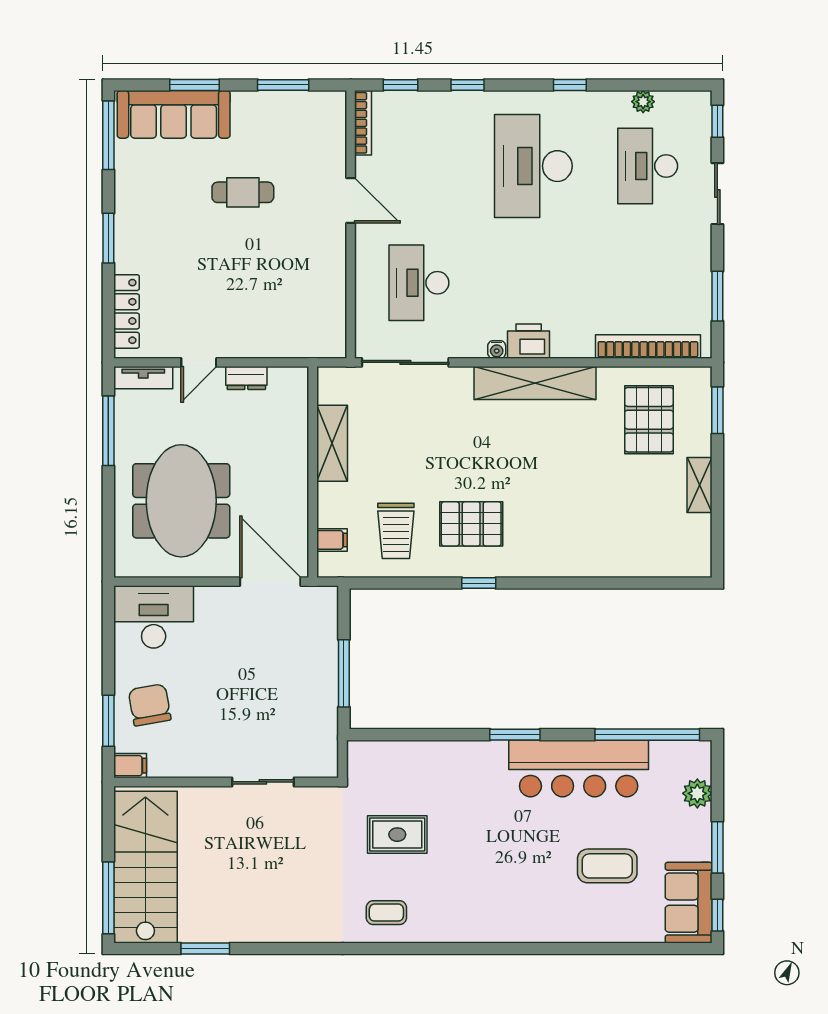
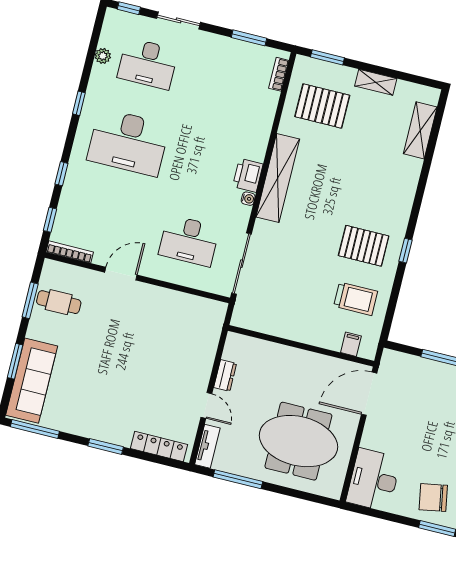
cafe table: (243, 192) -> (59, 302), moved, turned 90
bookcase: (648, 346) -> (279, 74), width x0.43, depth x0.76
shelving: (332, 443) -> (420, 130), moved, turned 90
pallet: (471, 524) -> (364, 246), turned 90

